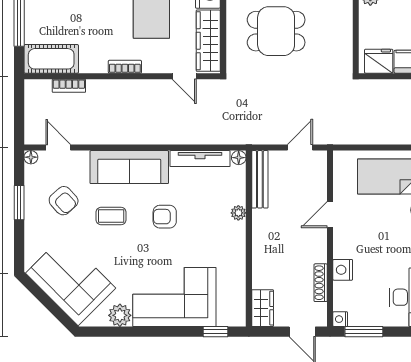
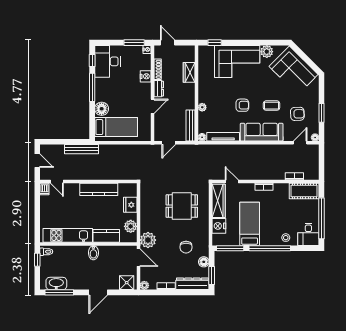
fridge: (379, 61) -> (130, 205), moved, turned 90
door: (58, 147) -> (300, 143), swing flipped
armchair: (64, 201) -> (297, 114), turned 130
dresser: (319, 247) -> (159, 89), added
wardrobe: (263, 308) -> (189, 72), moved

